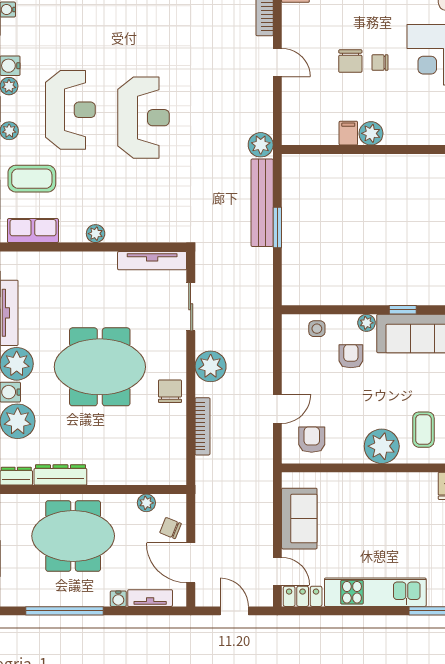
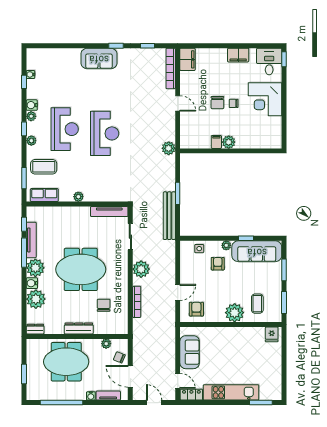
bench: (262, 203) -> (169, 216), moved
chair: (170, 391) -> (104, 305), moved
dresser: (60, 475) -> (79, 328), moved

